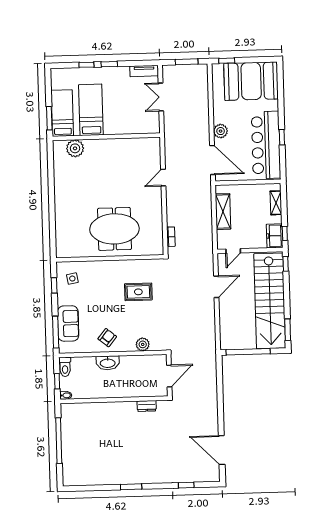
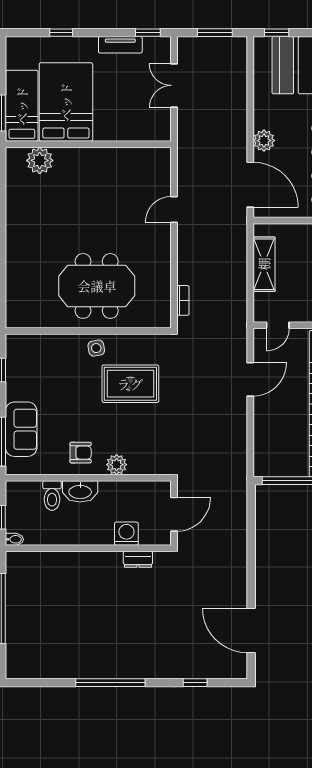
window: (109, 64) -> (148, 33), moved
tv unit: (144, 71) -> (120, 45), moved
bed: (91, 110) -> (66, 102), width x1.50
side table: (72, 279) -> (96, 348), moved
rug: (138, 292) -> (130, 384), width x1.36, depth x1.43
armchair: (107, 338) -> (81, 453), turned 51
plant: (143, 344) -> (117, 465), moved
toilet: (65, 367) -> (52, 495), moved
washing machine: (139, 390) -> (126, 534), added
window: (131, 487) -> (110, 683), width x2.11

